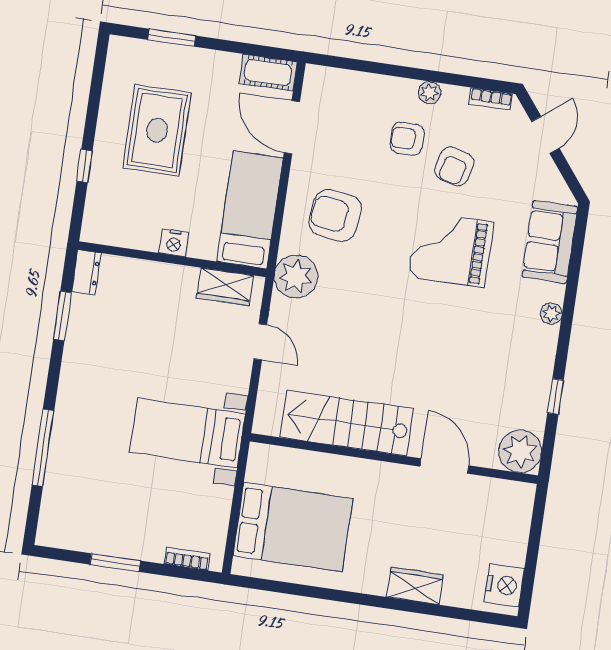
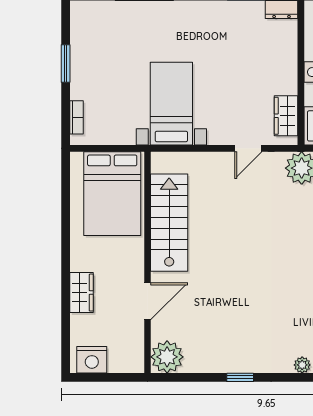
stairs: (347, 423) -> (169, 223), moved
plant: (520, 451) -> (167, 357), moved
wall: (394, 458) -> (148, 262), moved
door: (444, 466) -> (148, 301), moved

